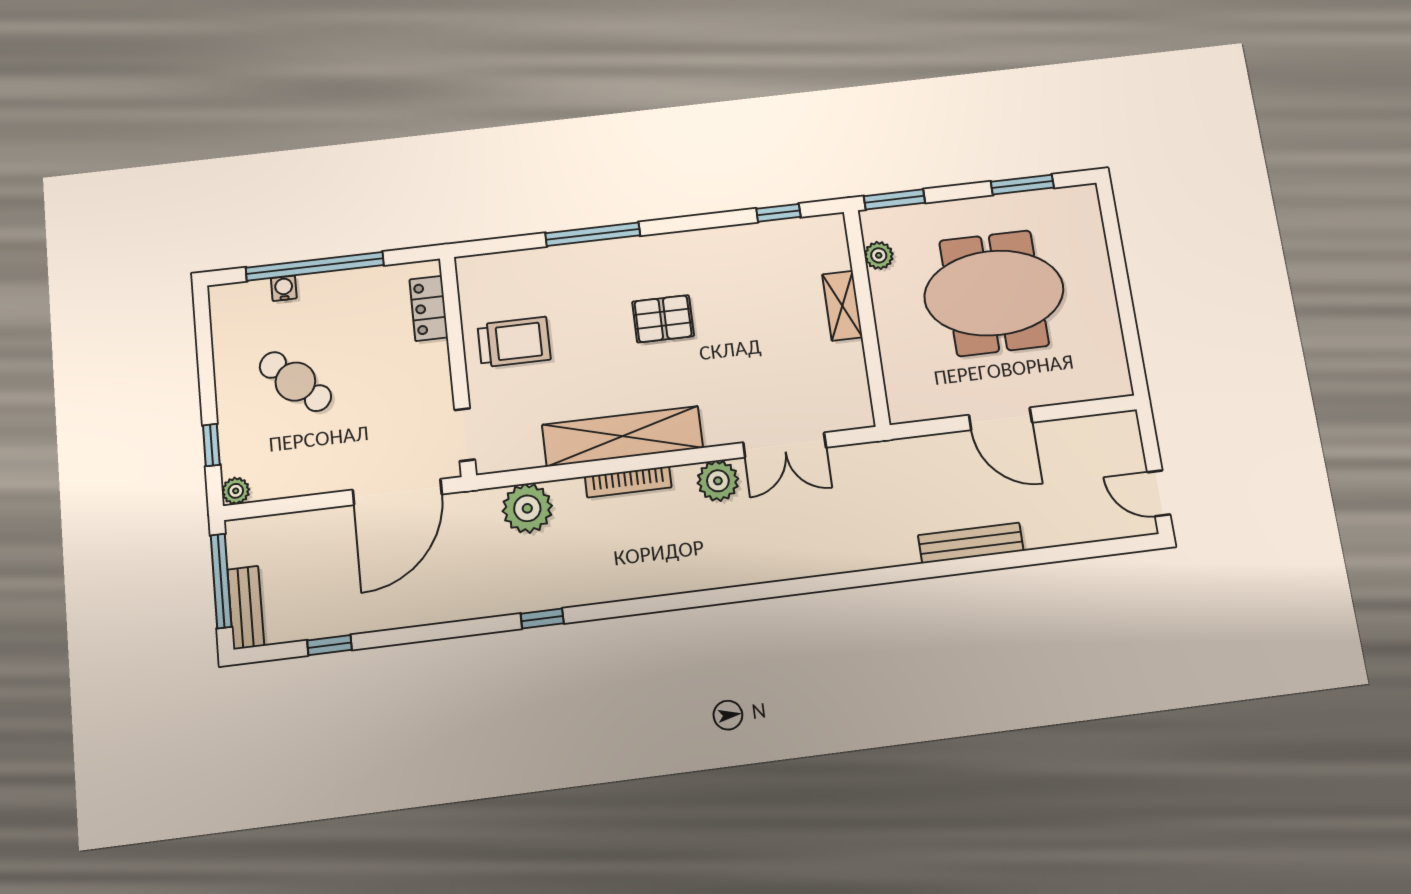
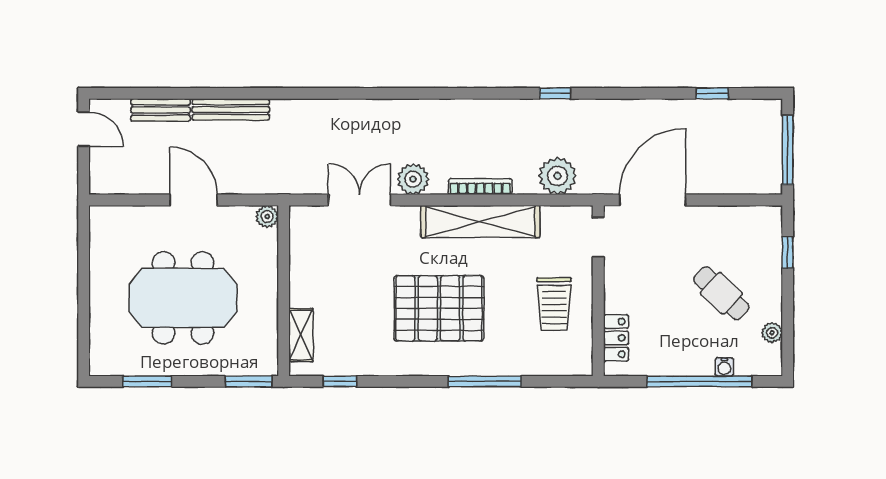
plant: (879, 255) -> (267, 216), moved
shelving: (842, 306) -> (301, 335), moved
pallet: (663, 319) -> (439, 308), width x2.05, depth x2.00
trolley: (514, 342) -> (554, 304), turned -90
plant: (236, 491) -> (772, 333), moved
bench: (246, 608) -> (161, 110), moved, turned 90

